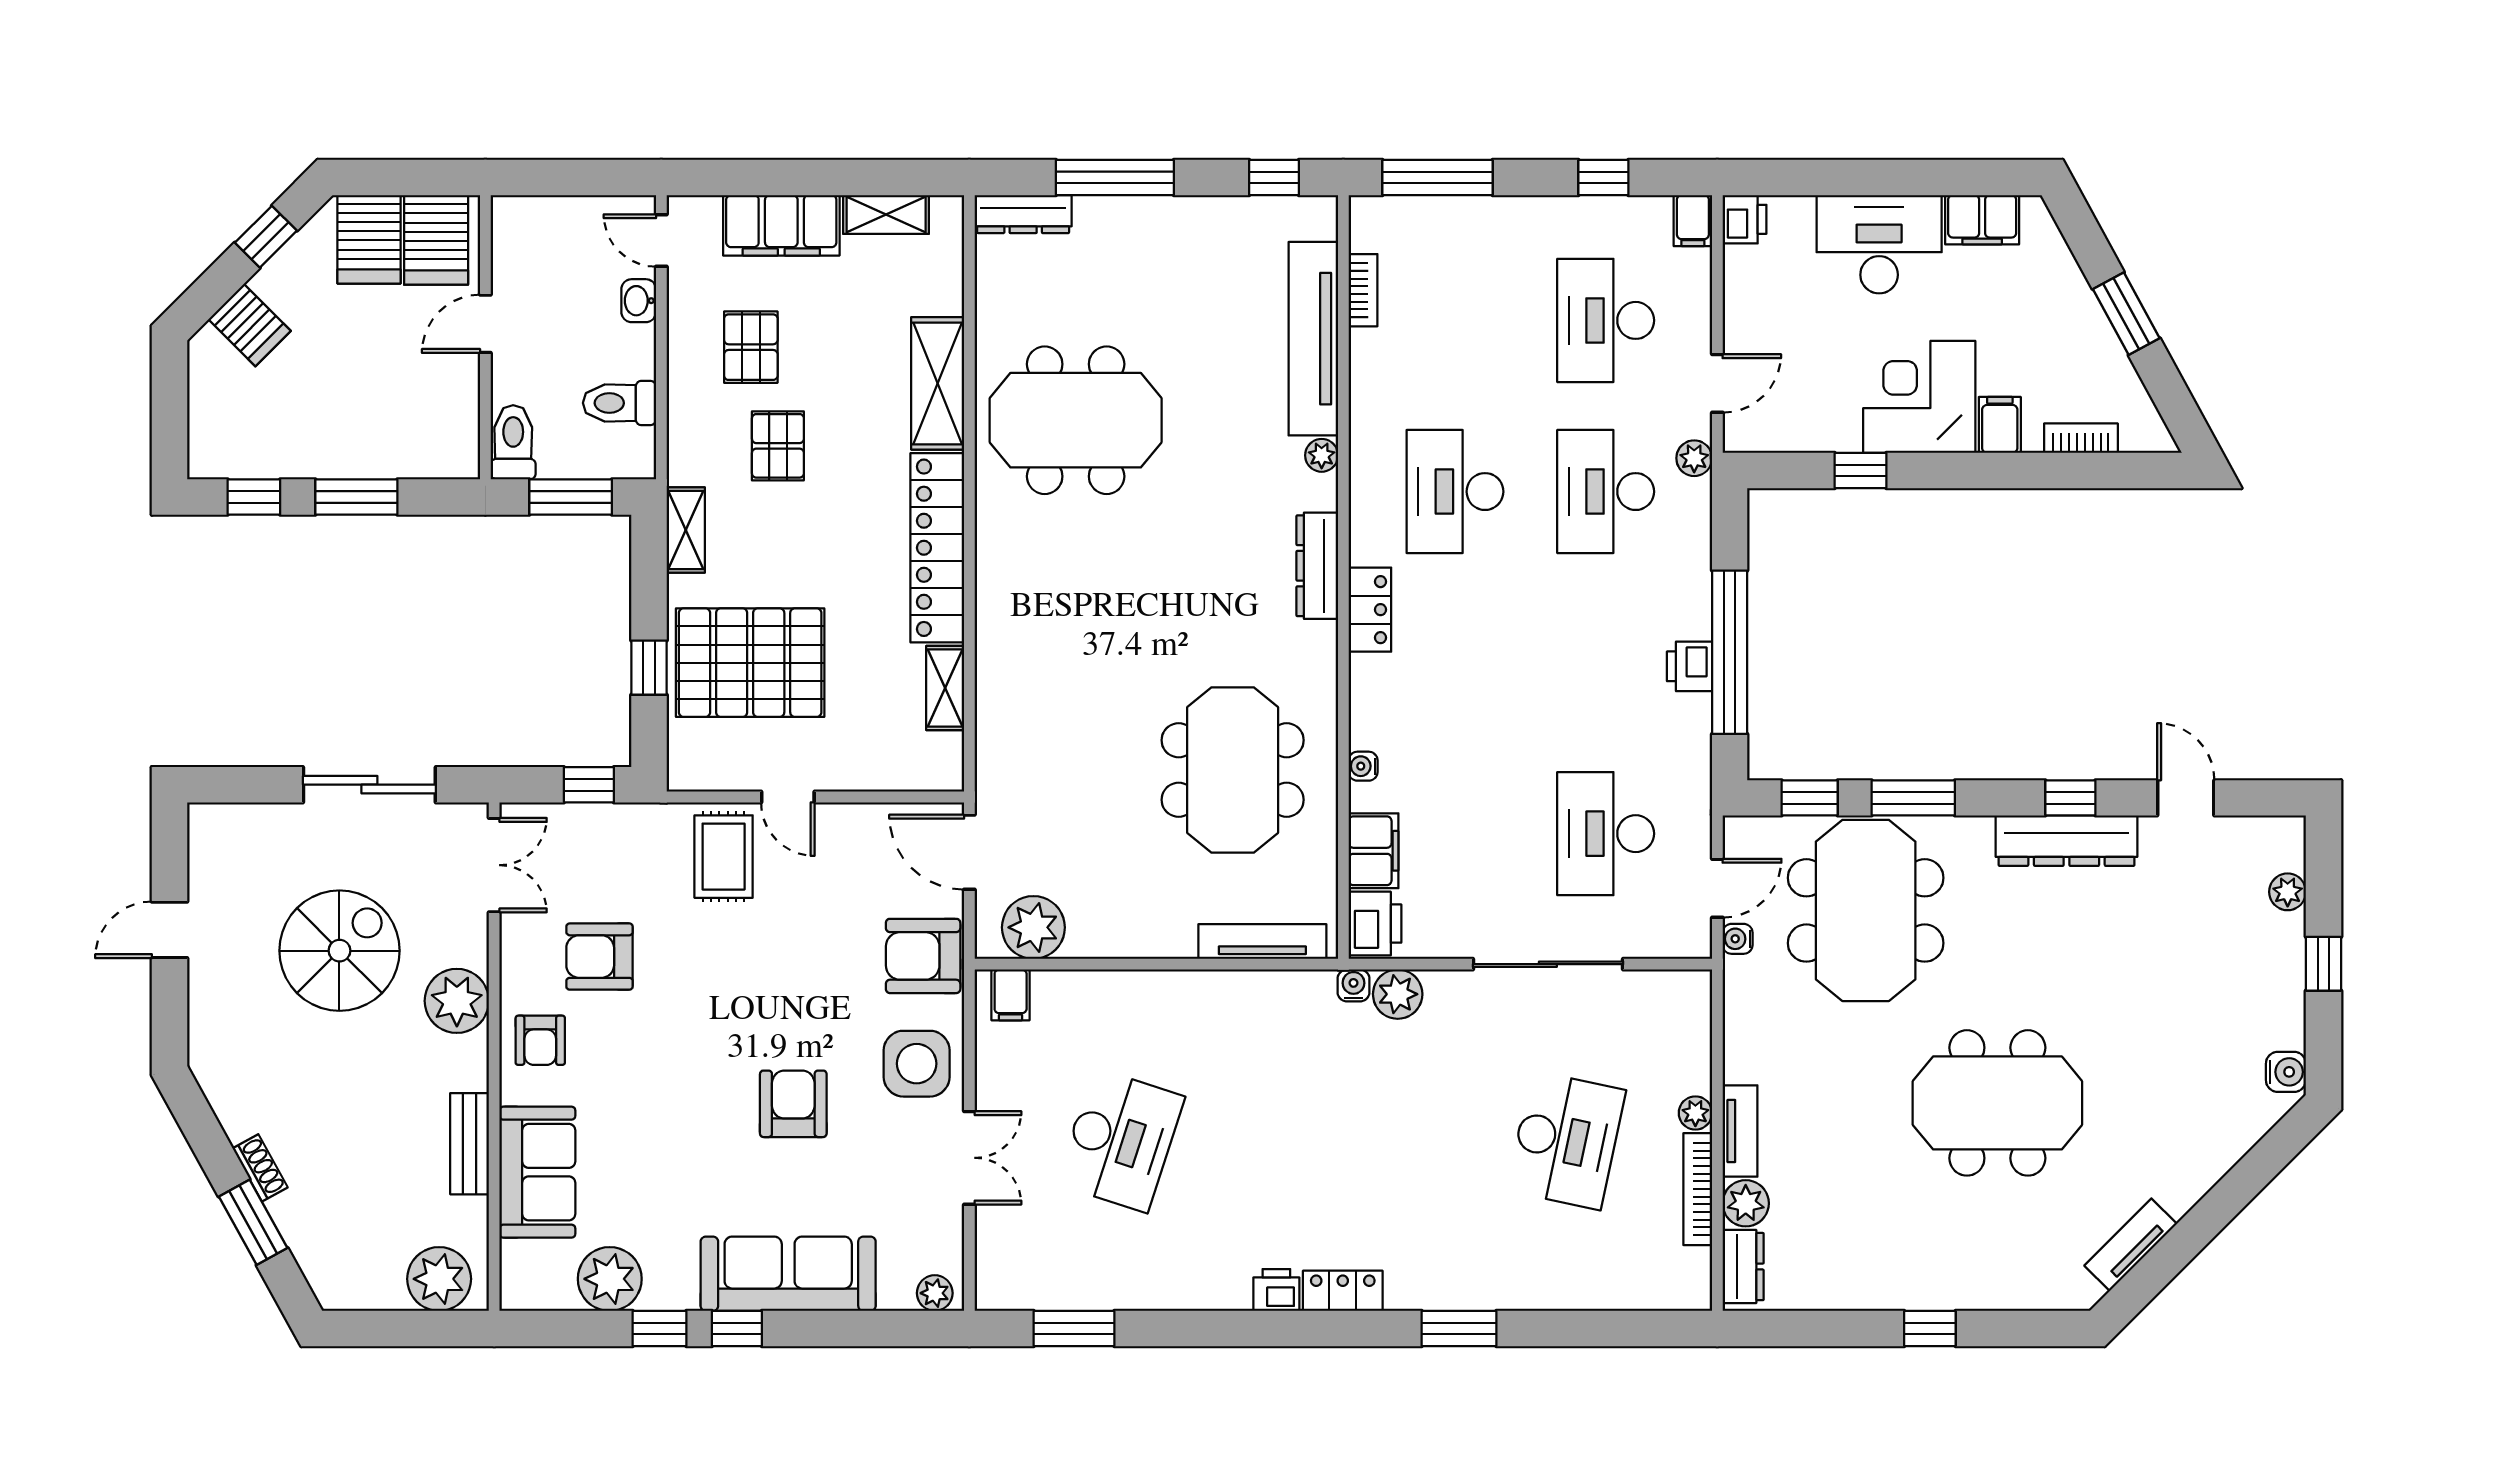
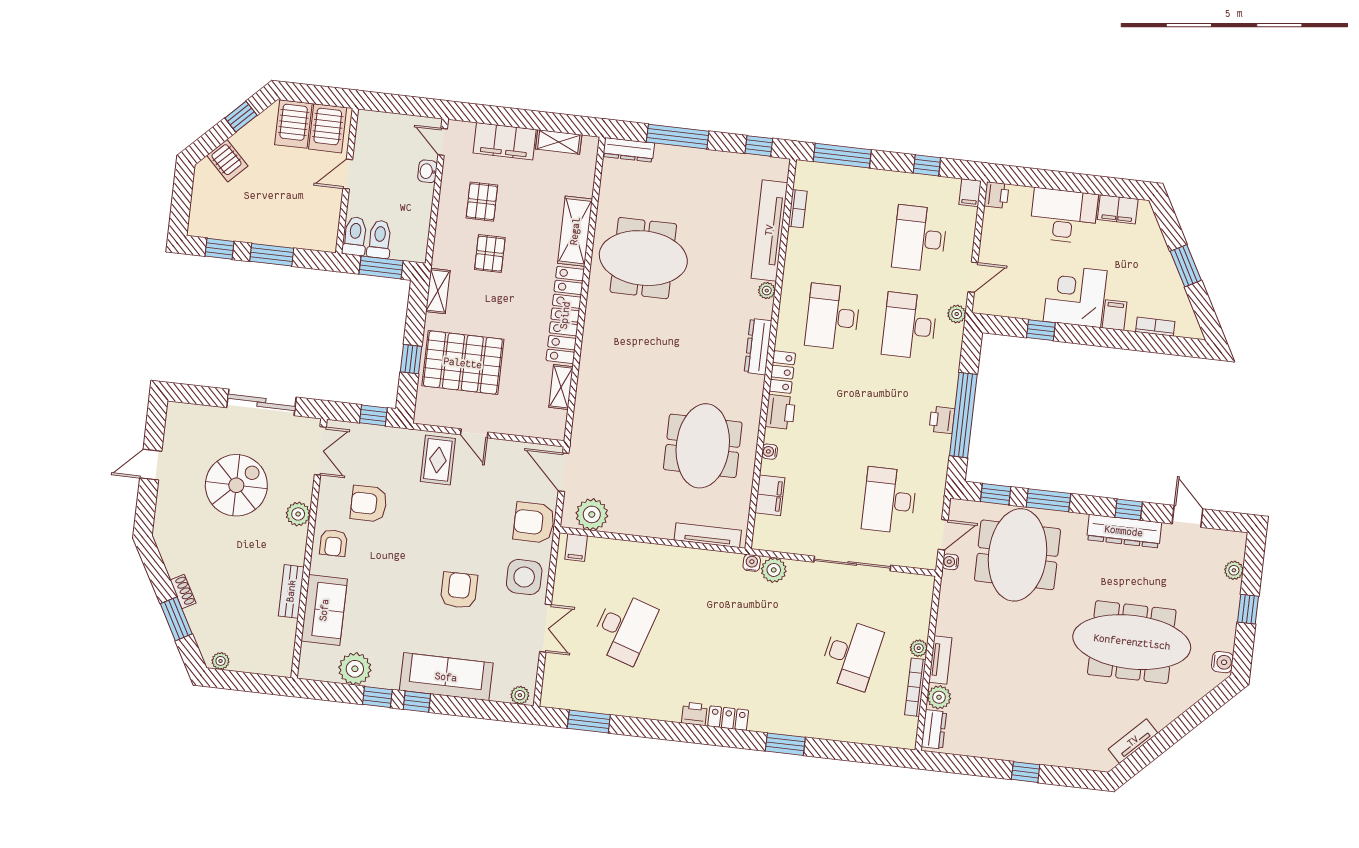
toilet: (620, 403) -> (380, 239), moved, turned 90
printer: (1375, 924) -> (780, 412), moved
plant: (457, 1001) -> (298, 514), width x0.73, depth x0.73
meeting table: (1997, 1103) -> (1132, 642), moved, width x1.36
plant: (439, 1279) -> (221, 661), moved, width x0.53, depth x0.53

